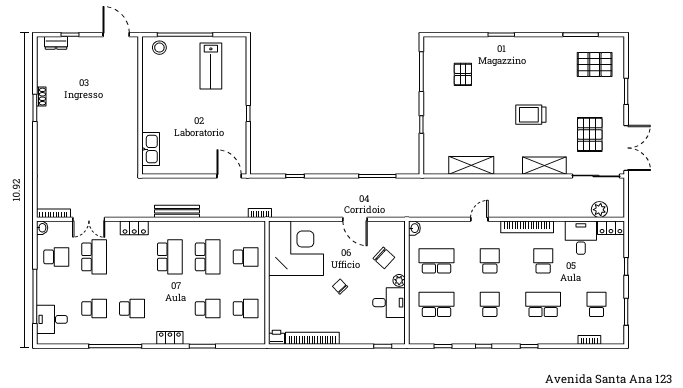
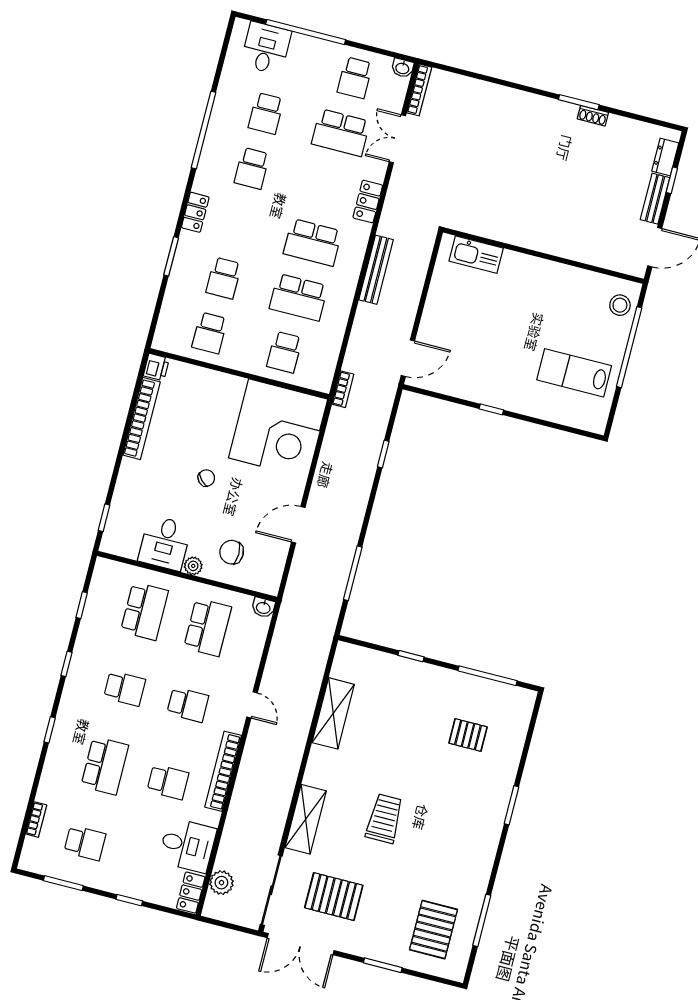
bench: (85, 43) -> (655, 199), added
chair: (384, 258) -> (232, 552), turned 48

